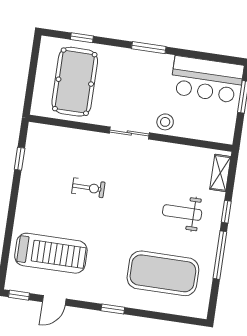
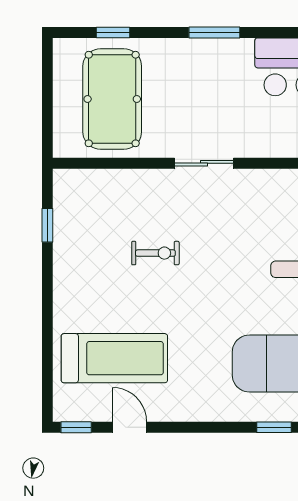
stool: (165, 122) -> (255, 139), removed
door: (54, 300) -> (129, 427), swing flipped
window: (113, 309) -> (274, 427), moved

